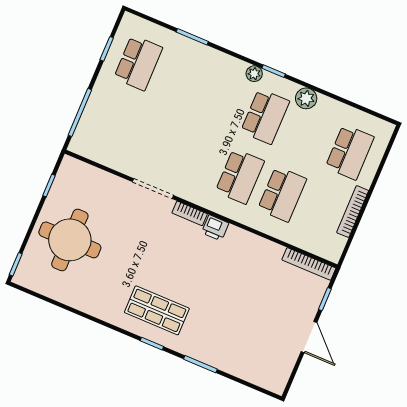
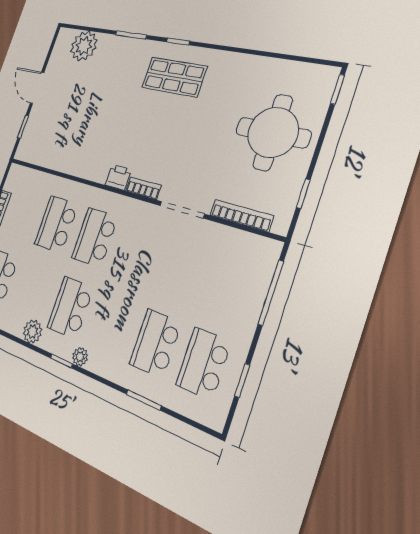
school desk: (180, 81) -> (155, 343), added
bookcase: (309, 264) -> (241, 215), moved
plant: (253, 367) -> (84, 46), added

